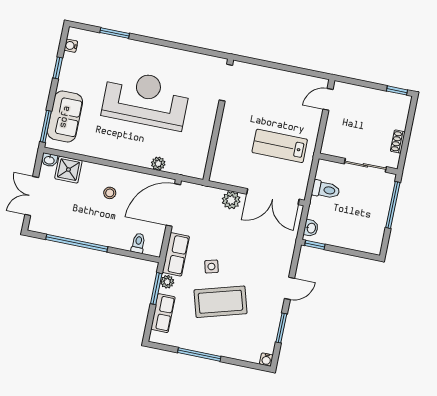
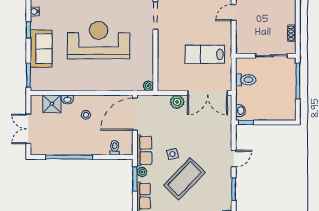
sofa: (65, 117) -> (41, 49), moved
washbasin: (49, 160) -> (67, 99), moved
plant: (158, 164) -> (148, 86), moved
coffee table: (220, 302) -> (184, 179), turned -30

